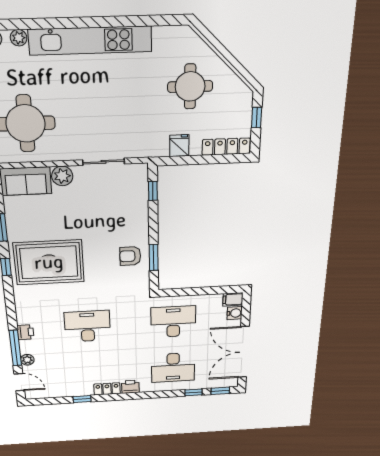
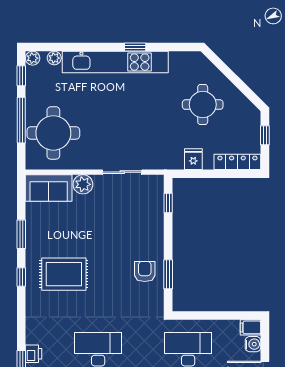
window: (113, 22) -> (135, 47), added
armchair: (130, 256) -> (145, 271), turned 90
rug: (49, 262) -> (64, 274), width x0.73, depth x0.69

